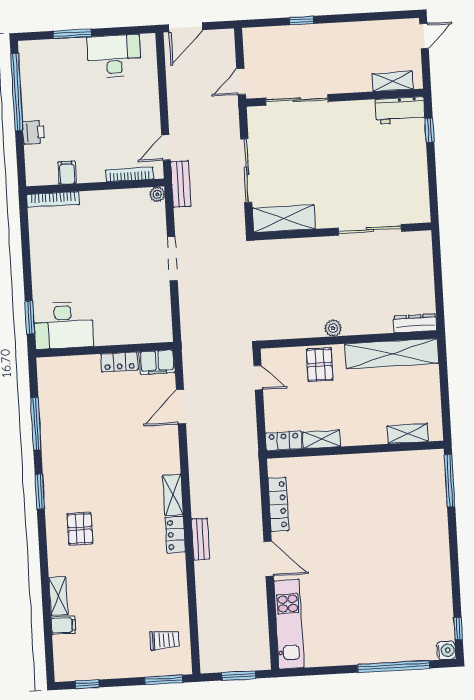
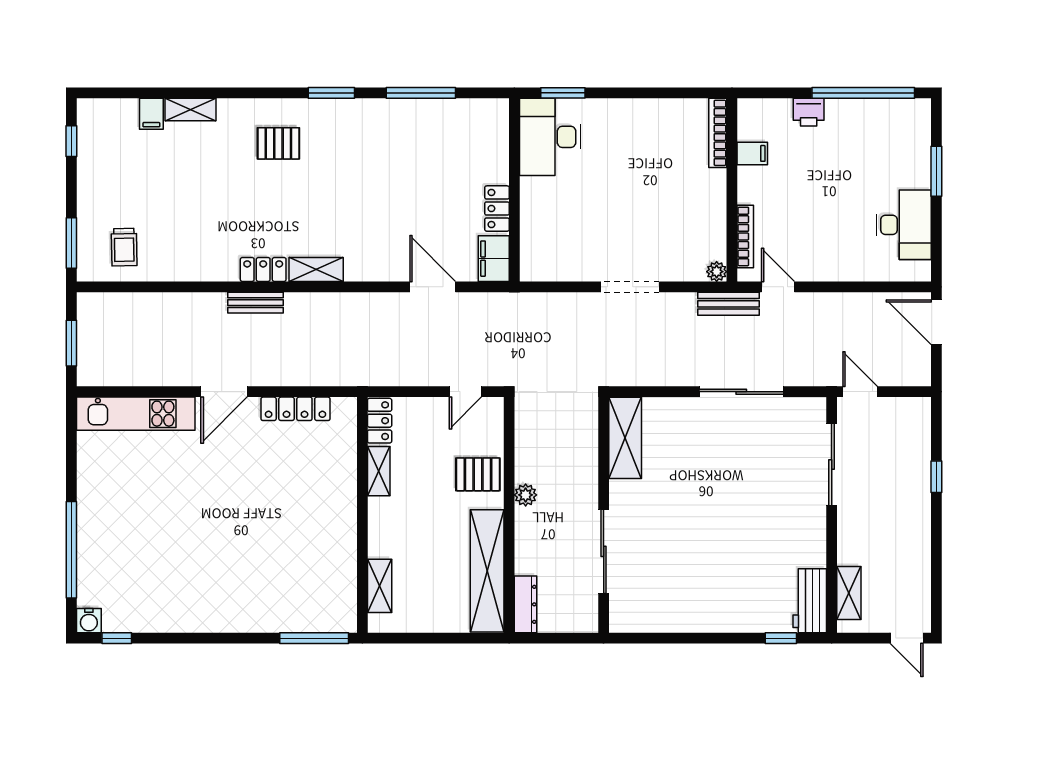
shelving: (284, 218) -> (625, 438), moved
sliding door: (370, 230) -> (604, 551), moved
wall: (343, 231) -> (604, 515), moved

